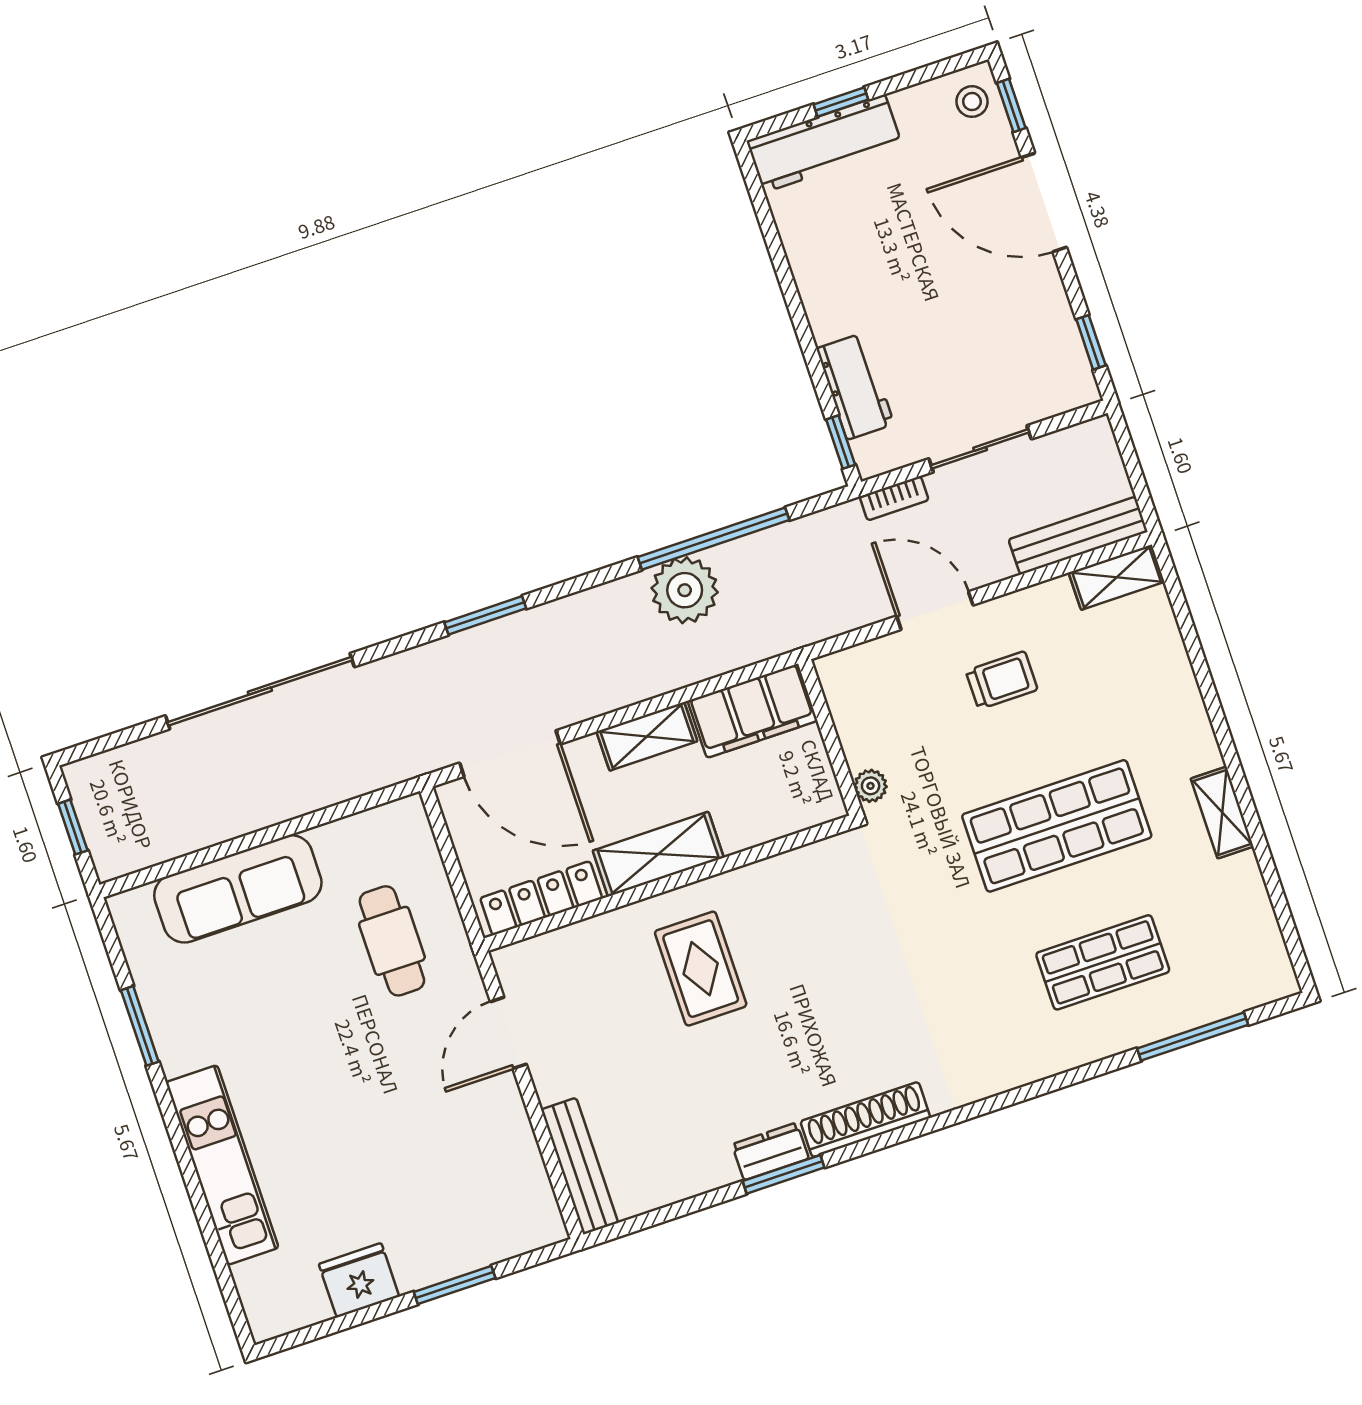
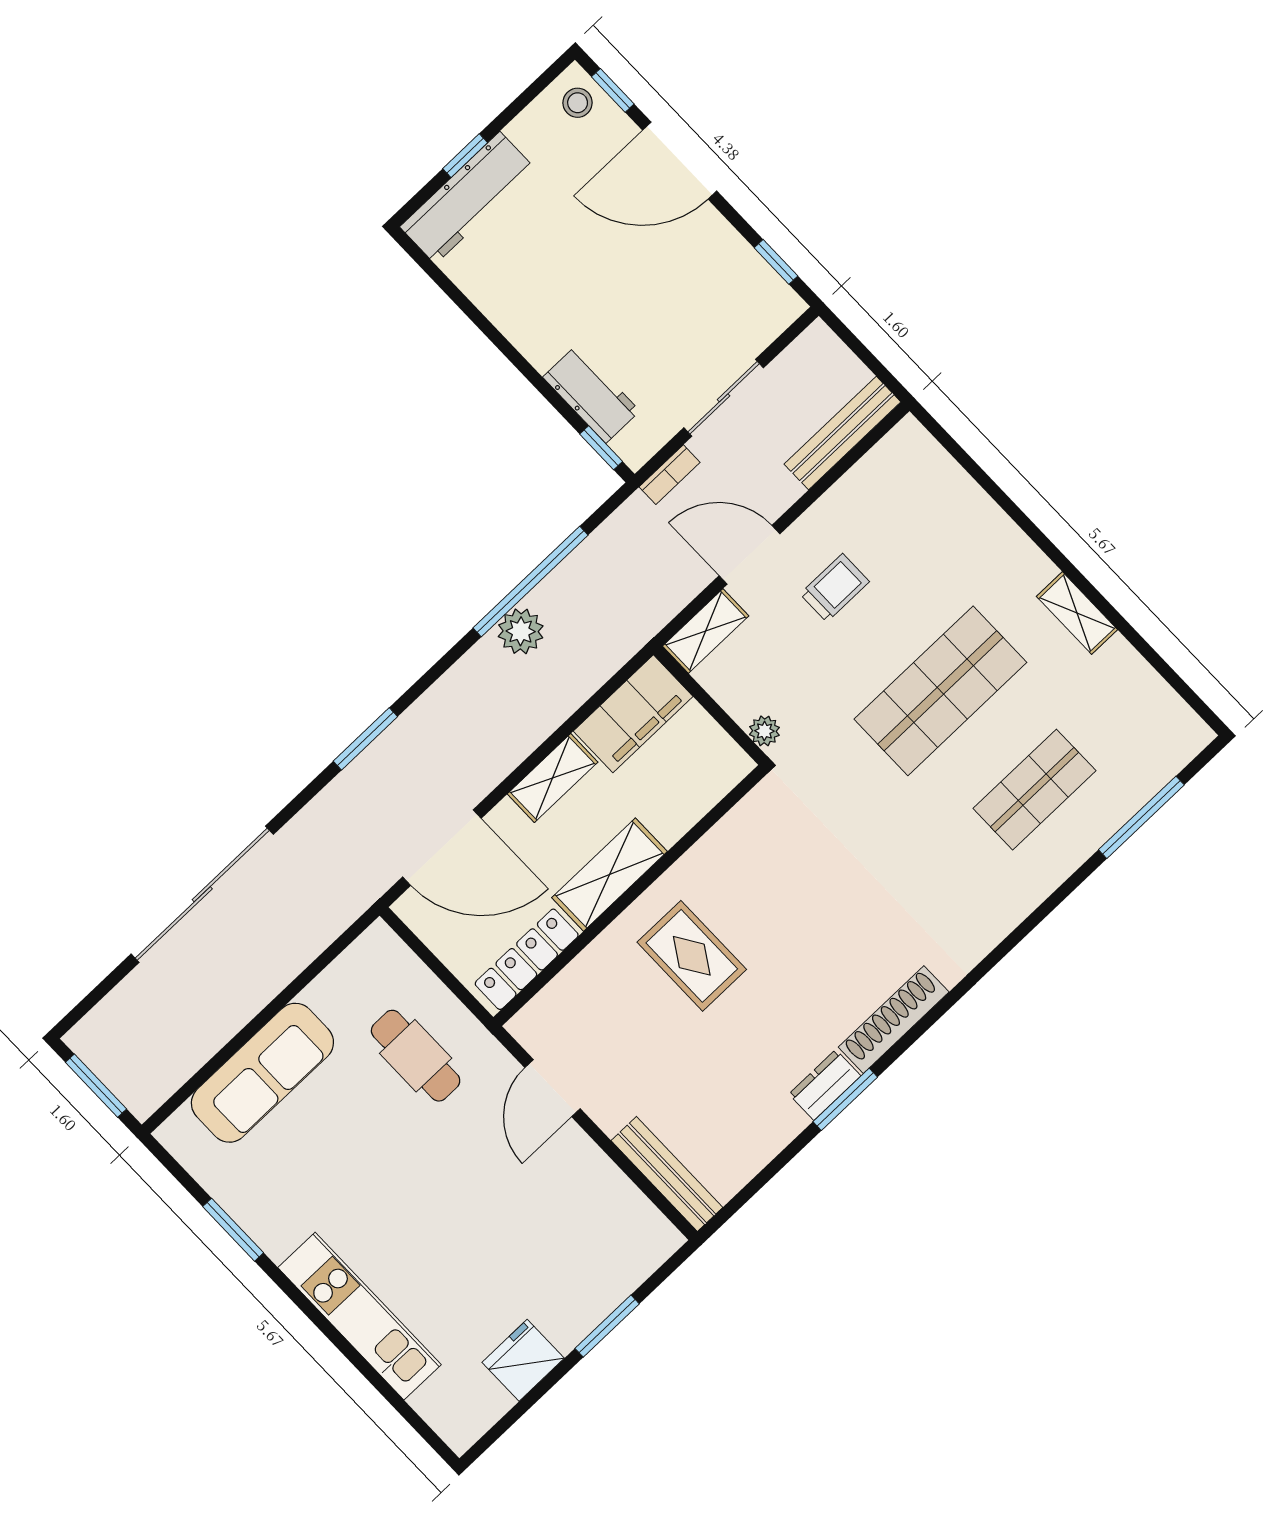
shelving: (1117, 577) -> (706, 631), moved
plant: (685, 590) -> (521, 631), width x0.73, depth x0.73
window: (73, 827) -> (96, 1086), width x1.50

